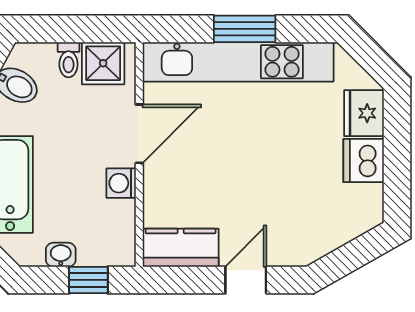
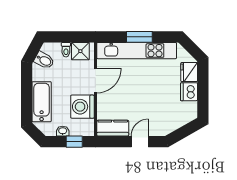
washing machine: (121, 183) -> (82, 107), width x1.89, depth x1.89

